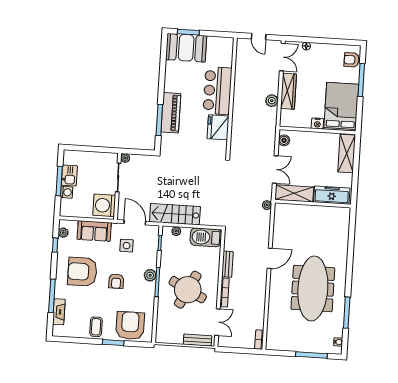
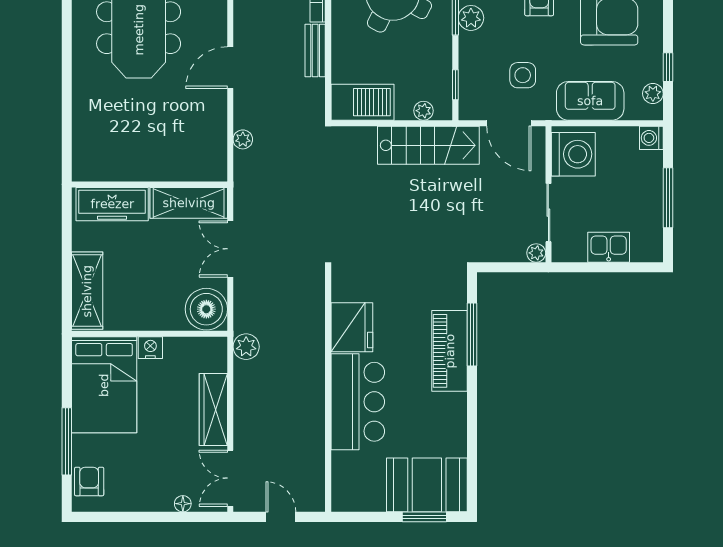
armchair: (352, 60) -> (89, 481), turned -90
plant: (272, 101) -> (246, 347), moved
boiler: (284, 140) -> (206, 309), width x1.86, depth x1.86
kitchen sink: (69, 175) -> (609, 247), moved, turned 90
washing machine: (67, 192) -> (651, 138), moved
plant: (267, 205) -> (243, 139), moved

